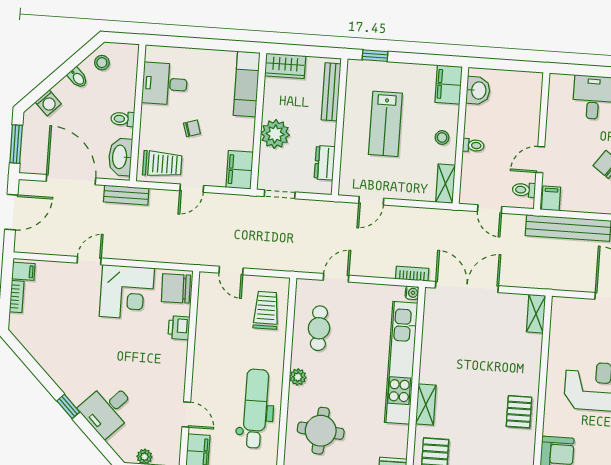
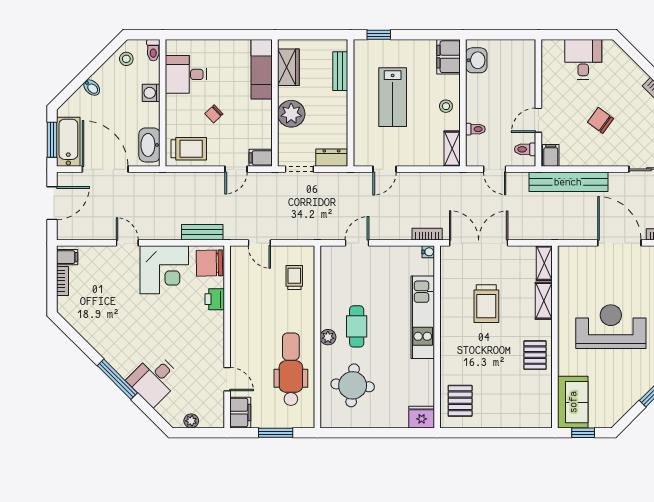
wardrobe: (285, 66) -> (288, 67), moved, turned -90
bidet: (78, 78) -> (92, 88), moved
bench: (331, 92) -> (340, 71), width x0.73
washing machine: (48, 103) -> (151, 93), moved, turned 135
toilet: (123, 119) -> (153, 50), moved, turned -90
chair: (192, 128) -> (214, 114), turned 153
toilet: (473, 145) -> (475, 129), moved
bathtub: (33, 147) -> (68, 142), added
dresser: (325, 163) -> (331, 158), moved, turned 90
filing cabinet: (240, 170) -> (261, 158), width x0.50
door: (192, 188) -> (236, 169), moved
bench: (126, 195) -> (202, 232), moved
door: (89, 261) -> (127, 243), hinge flipped
trolley: (266, 310) -> (294, 277), width x0.73, depth x0.72
cafe table: (319, 328) -> (357, 326), moved
trolley: (471, 353) -> (486, 304), added
kitchen unit: (401, 363) -> (423, 317), width x0.73
shelving: (426, 405) -> (544, 301), moved
window: (68, 406) -> (117, 379), width x2.17

